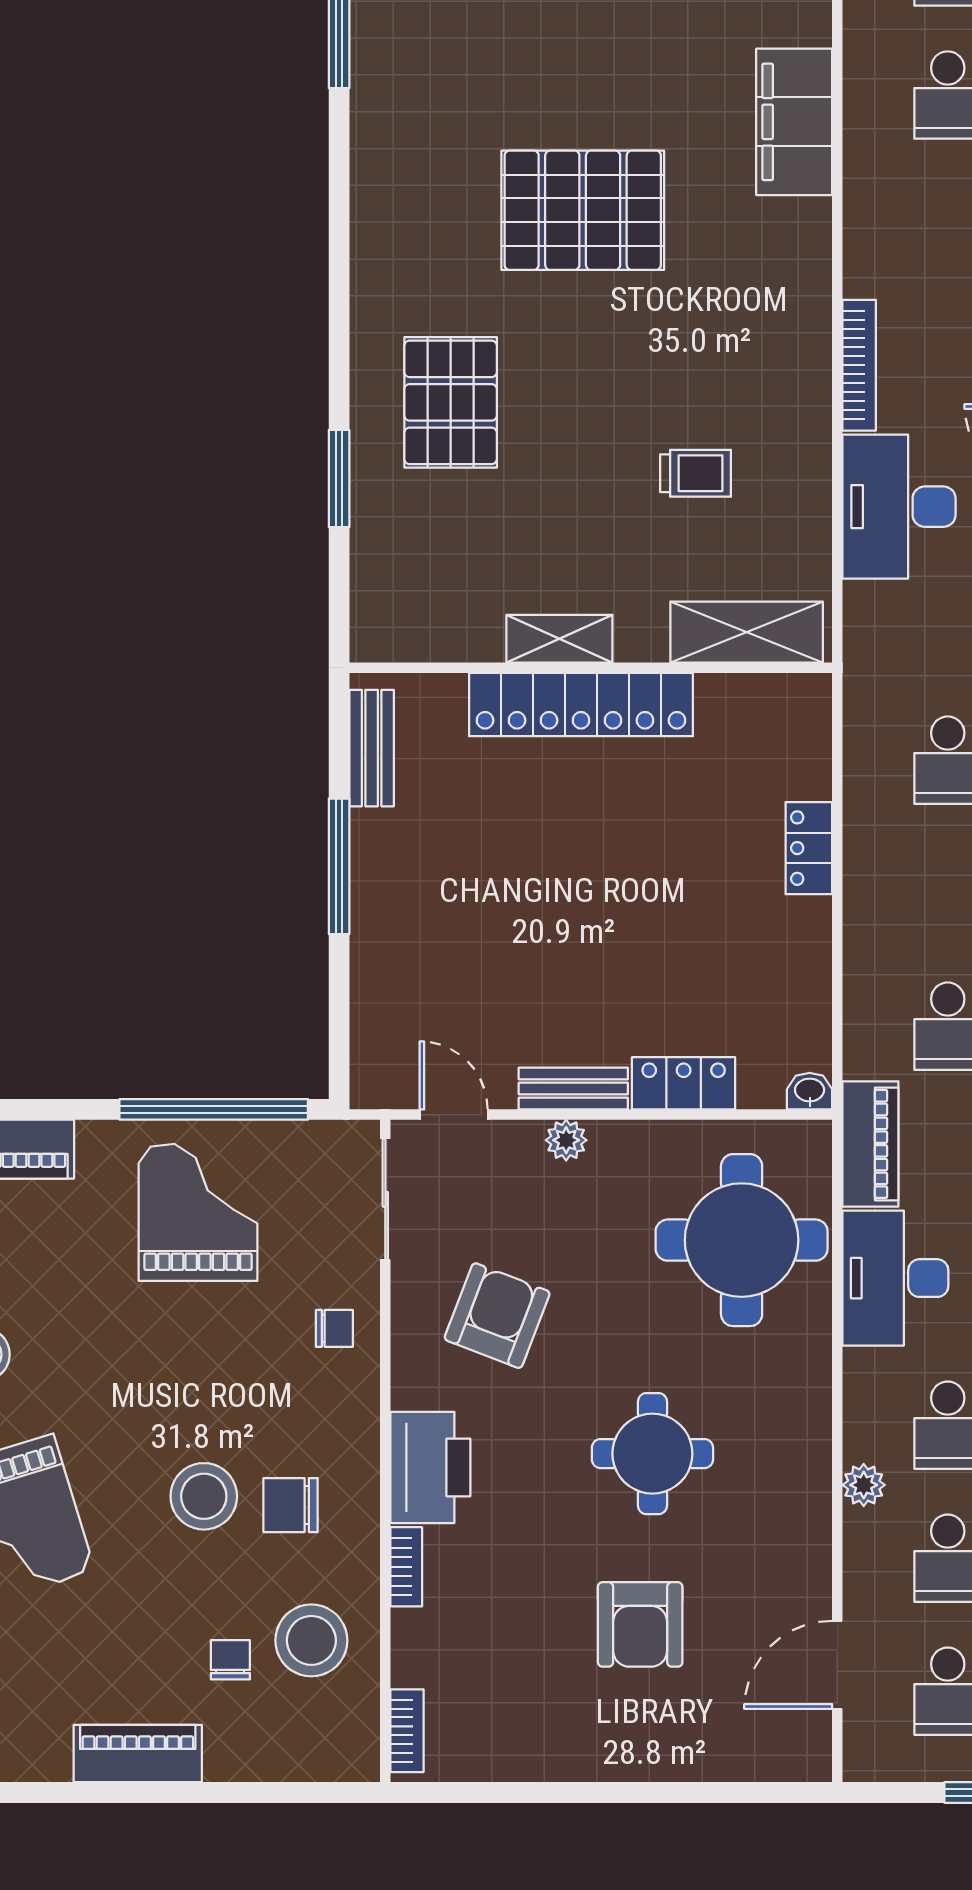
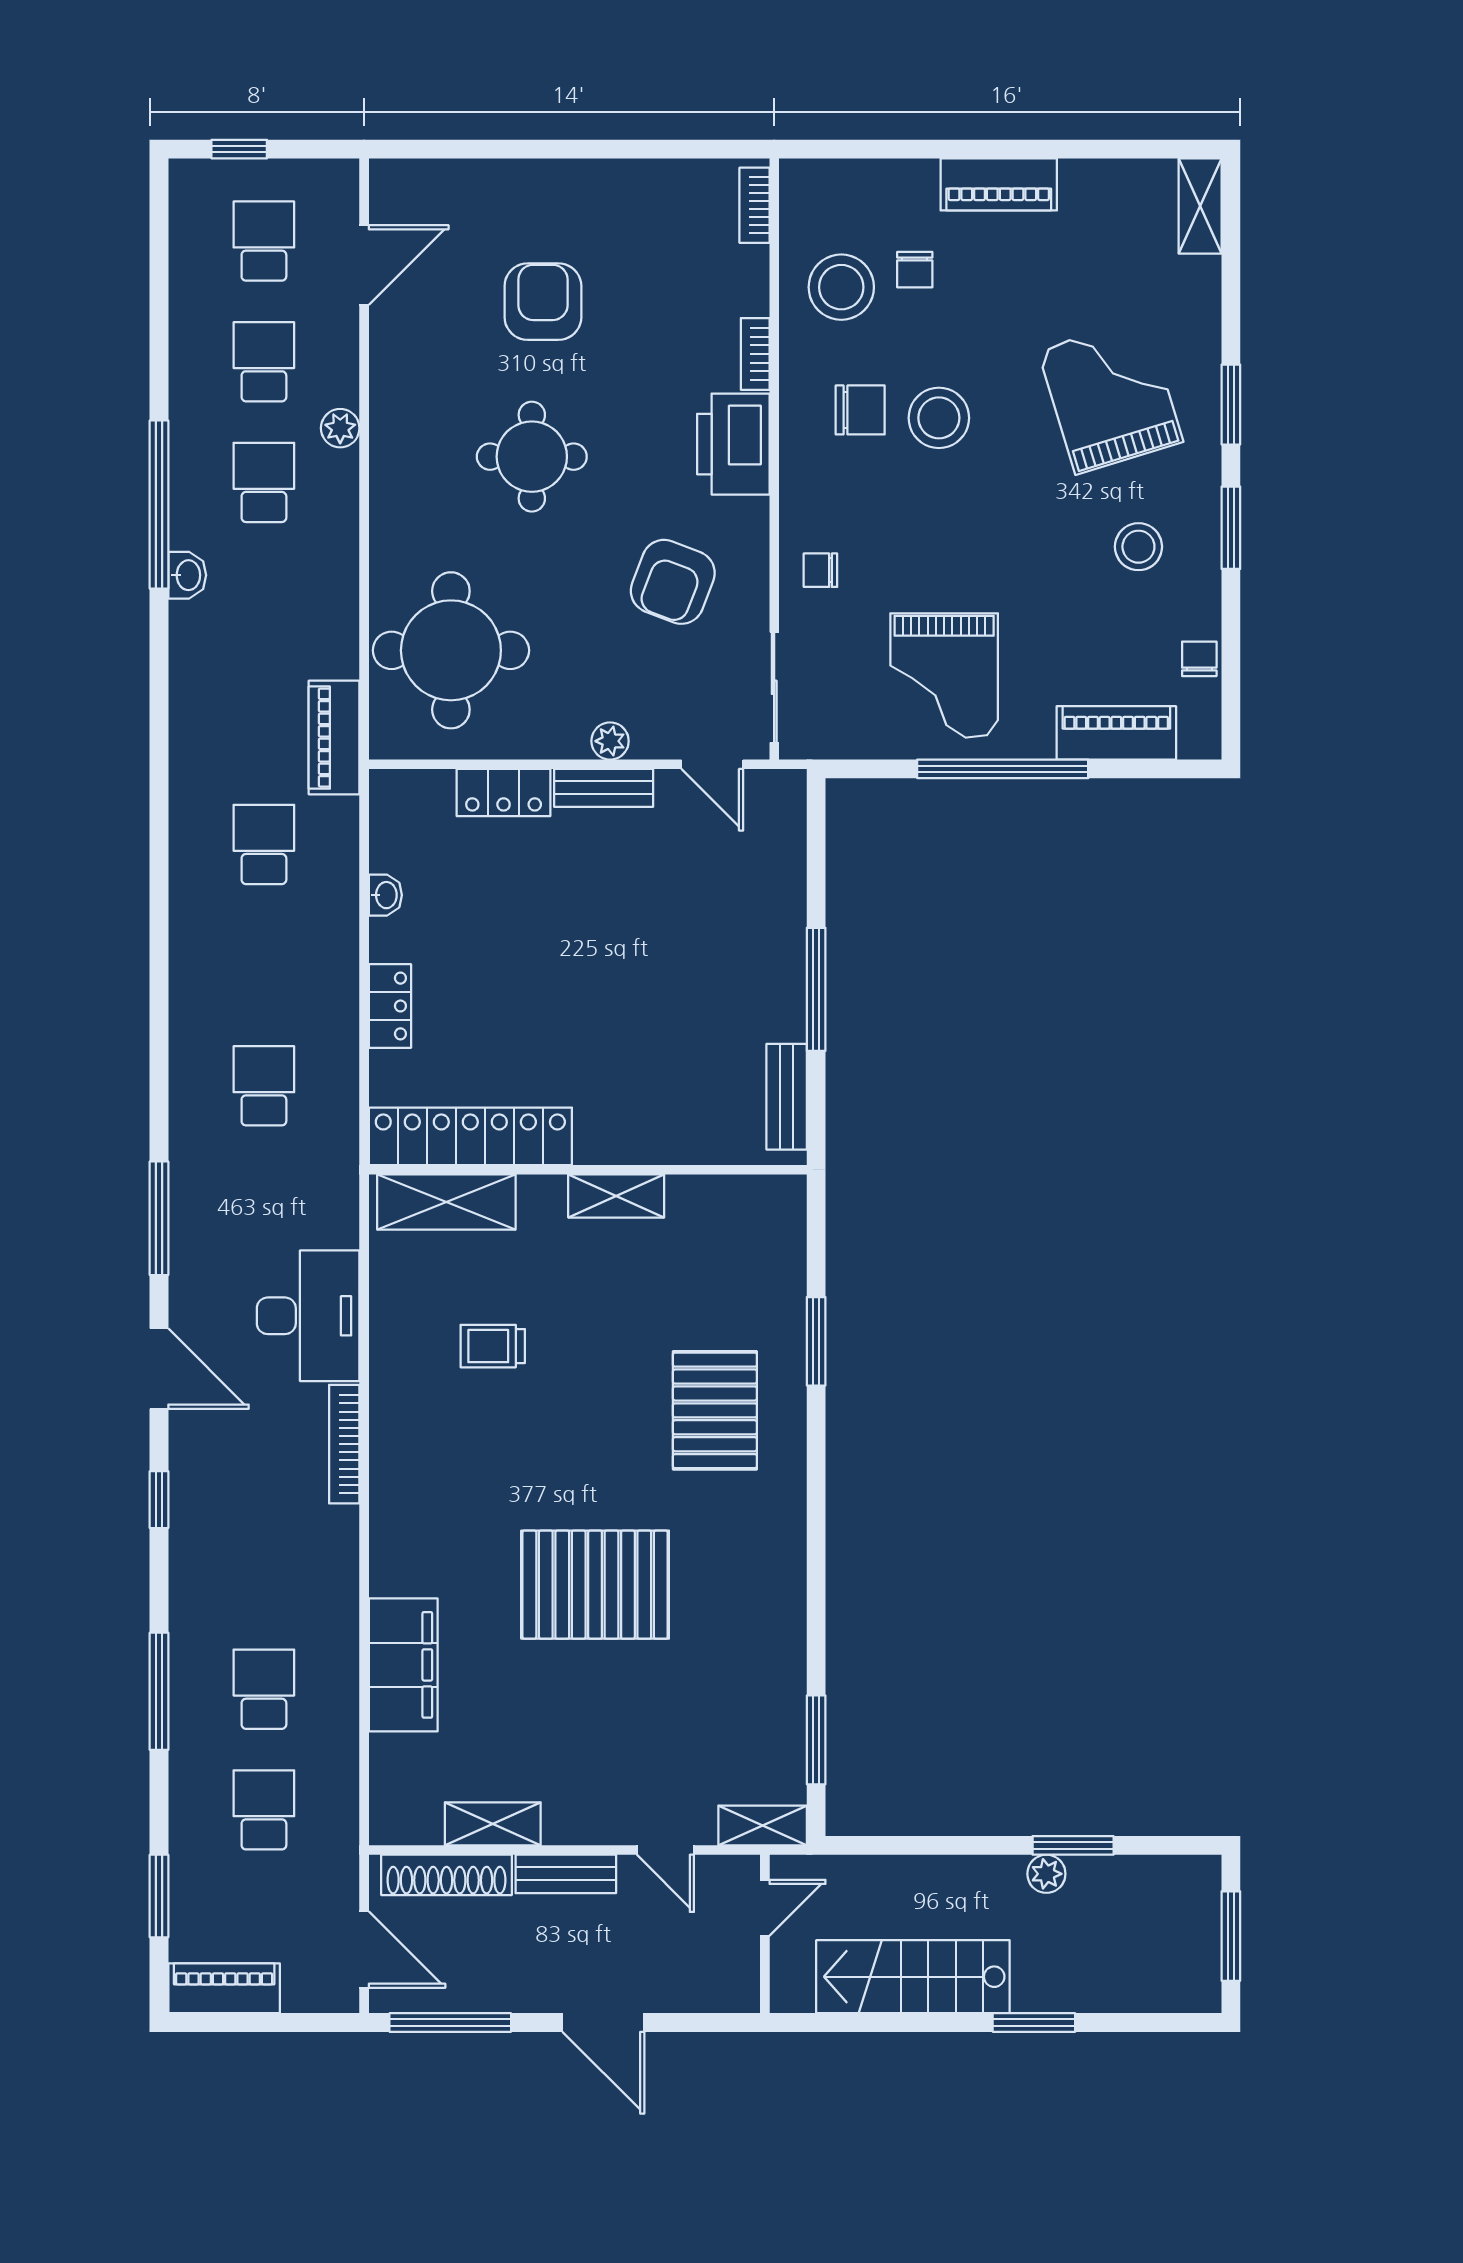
locker: (581, 704) -> (470, 1136), moved
washbasin: (810, 1091) -> (385, 895), moved, turned -90
window: (214, 1109) -> (1003, 769), moved
desk: (895, 1278) -> (311, 616), removed

